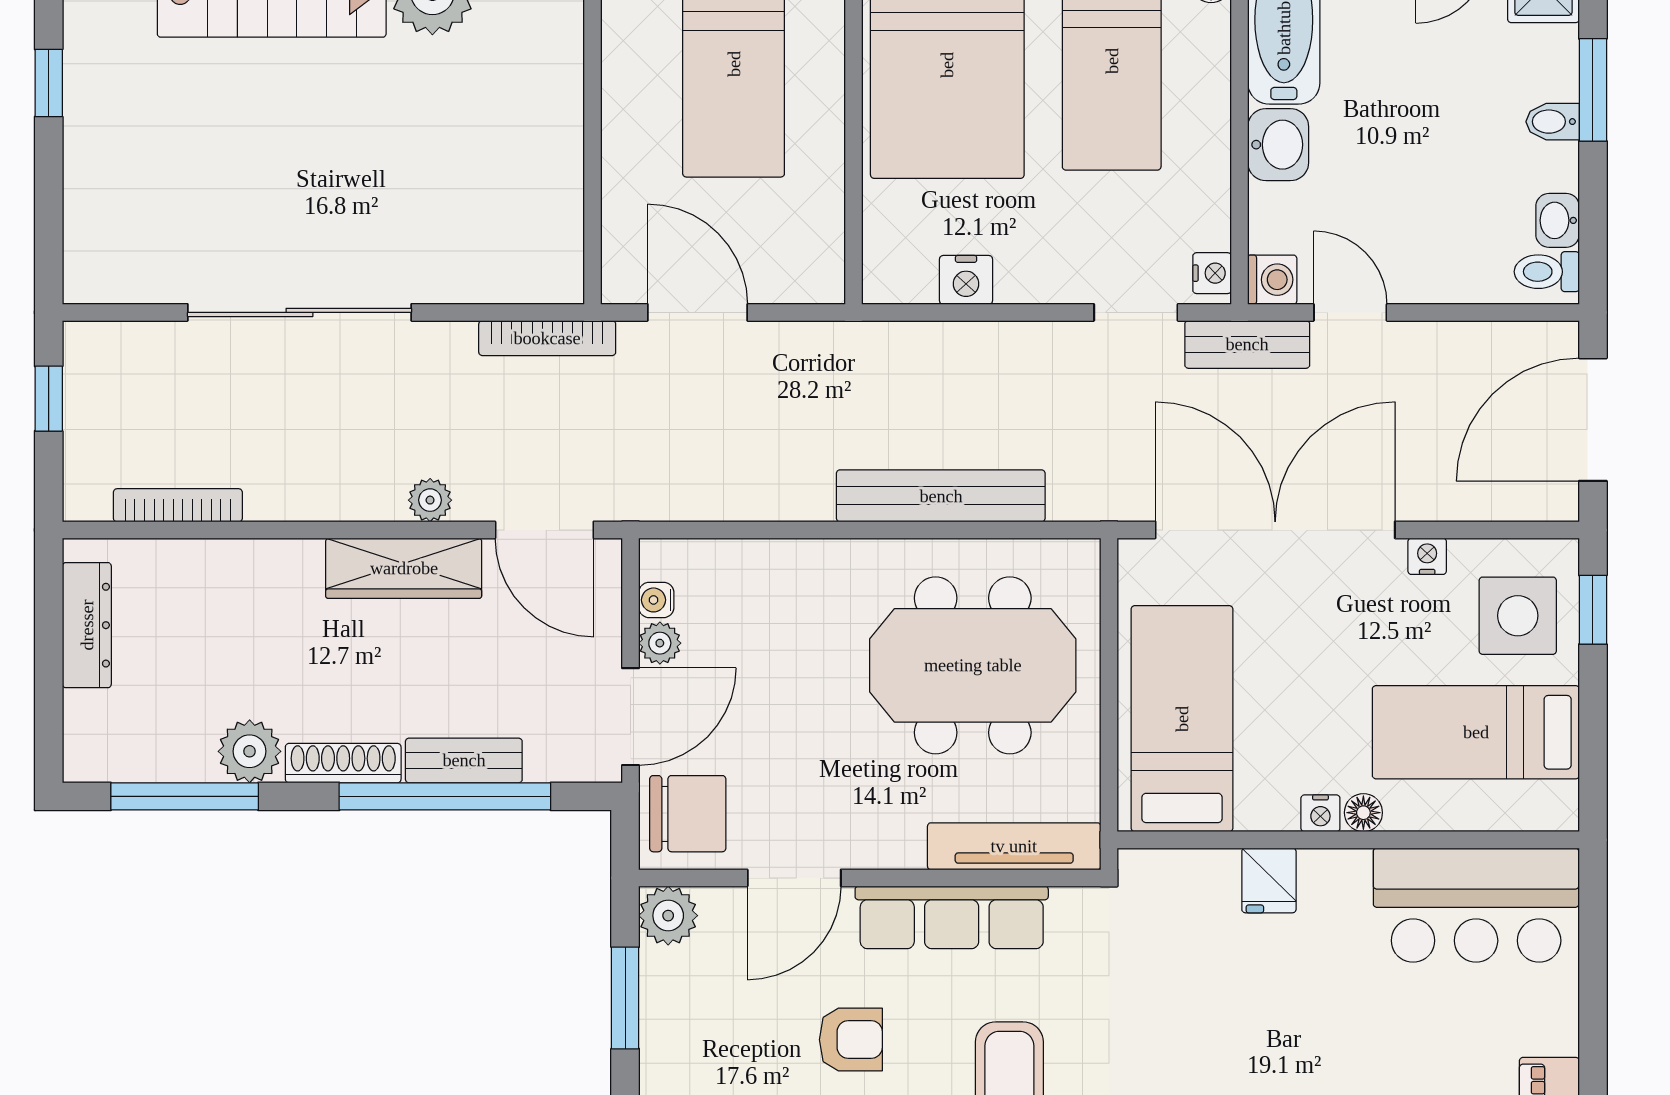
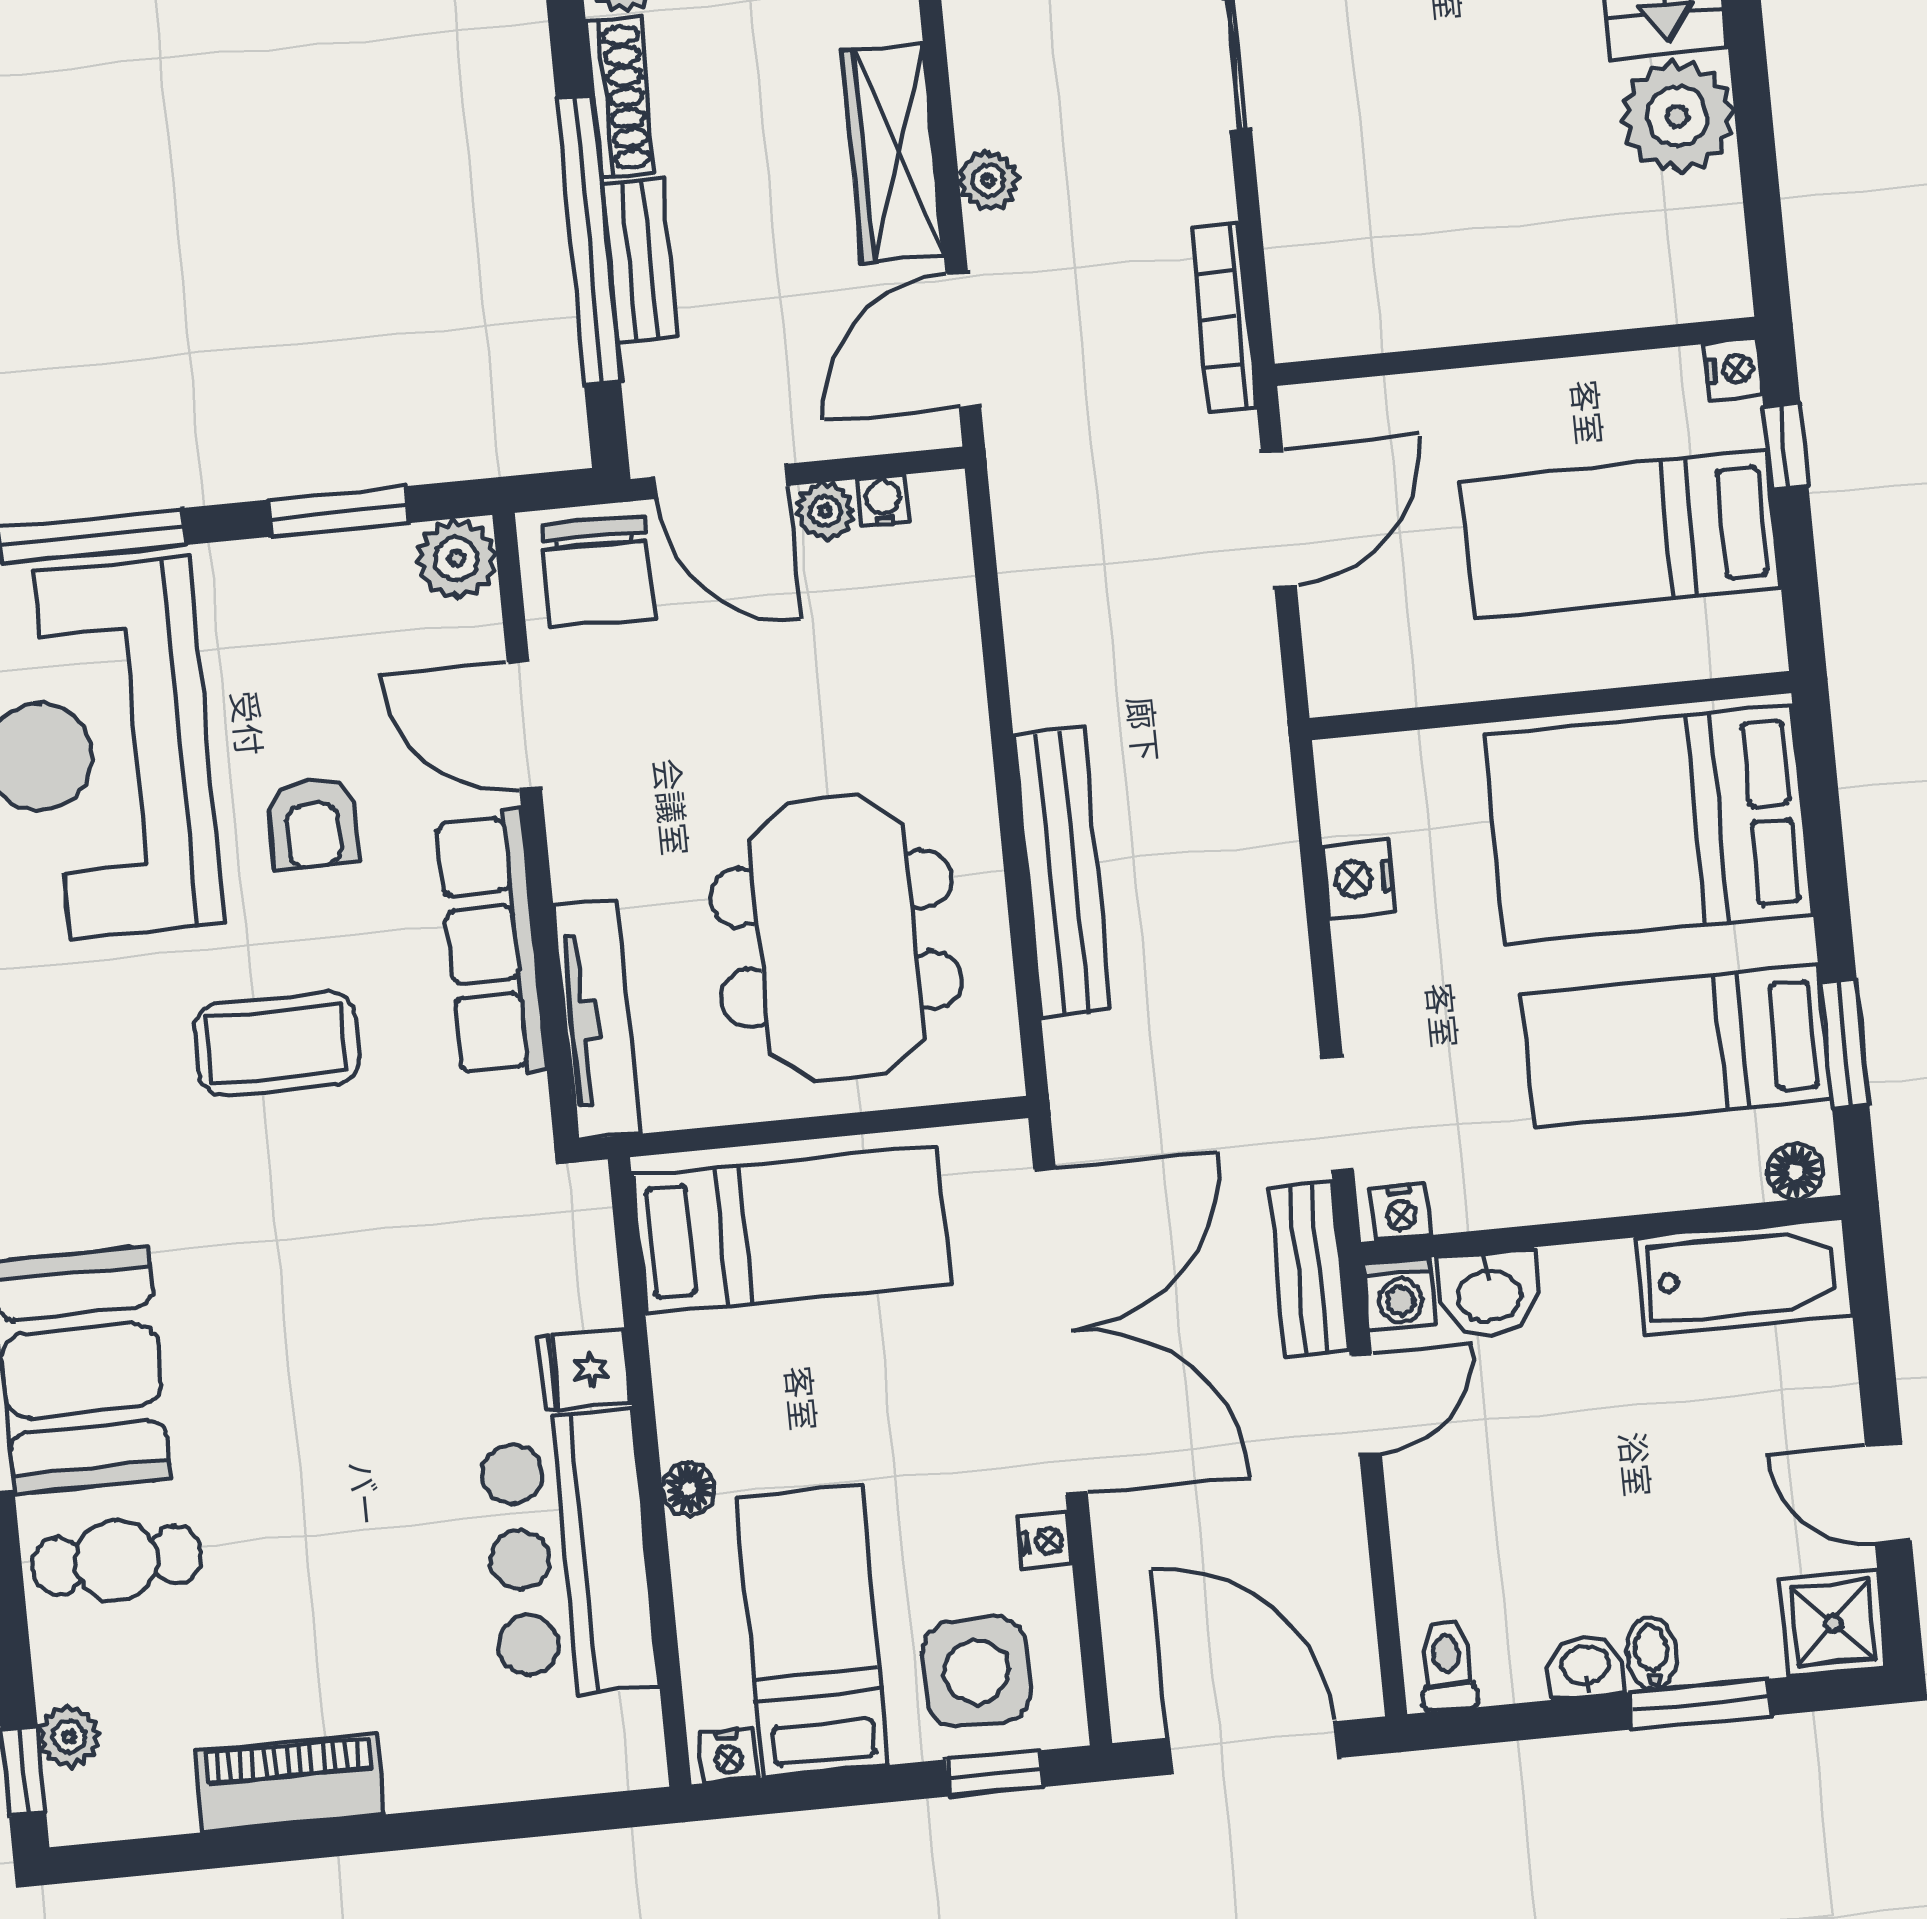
washbasin: (1278, 145) -> (1489, 1294), moved
washbasin: (1558, 220) -> (1585, 1667), moved
nightstand: (1320, 813) -> (728, 1755), moved, turned -90
bar counter: (1476, 905) -> (568, 1555), moved

